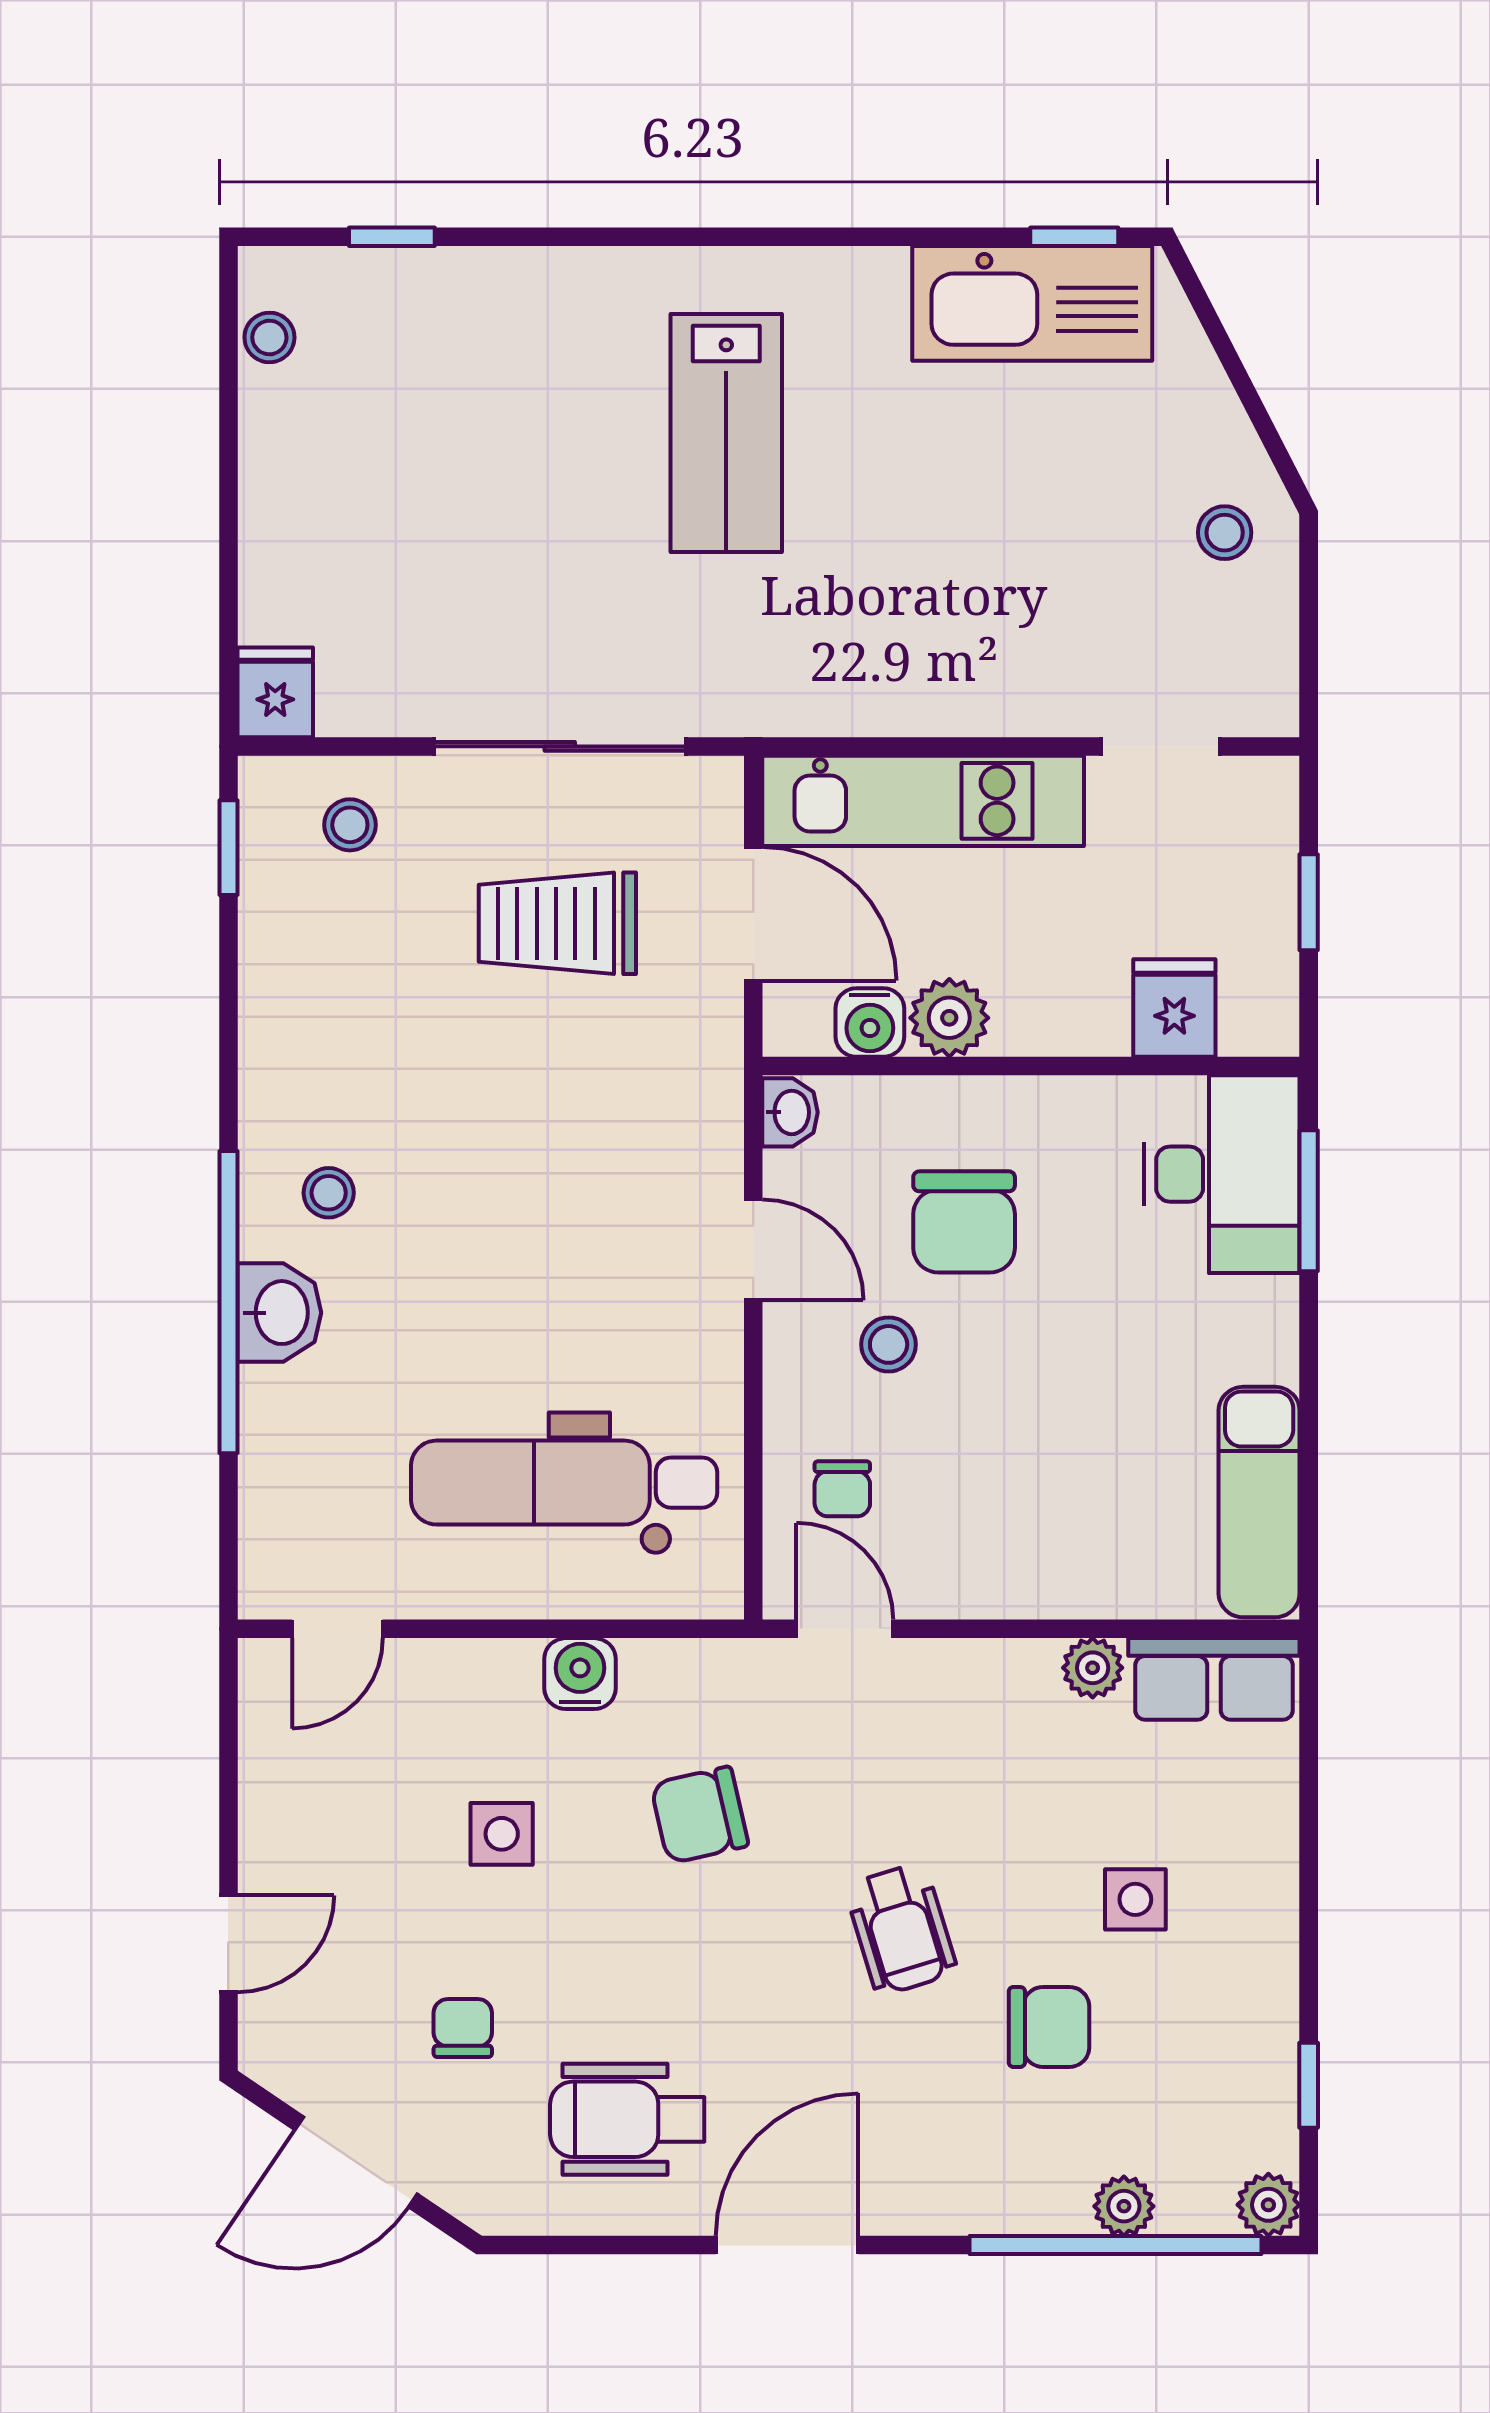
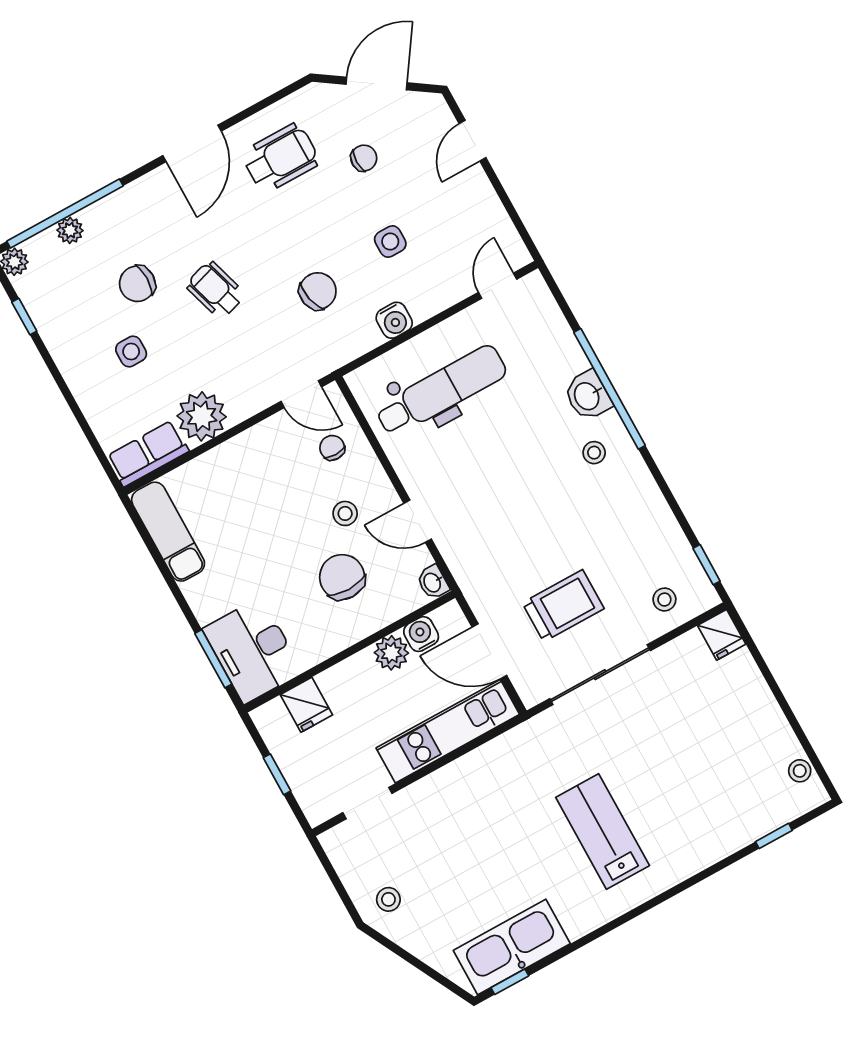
plant: (1093, 1668) -> (202, 416), width x1.88, depth x1.88
chair: (463, 2028) -> (364, 158), turned -90

